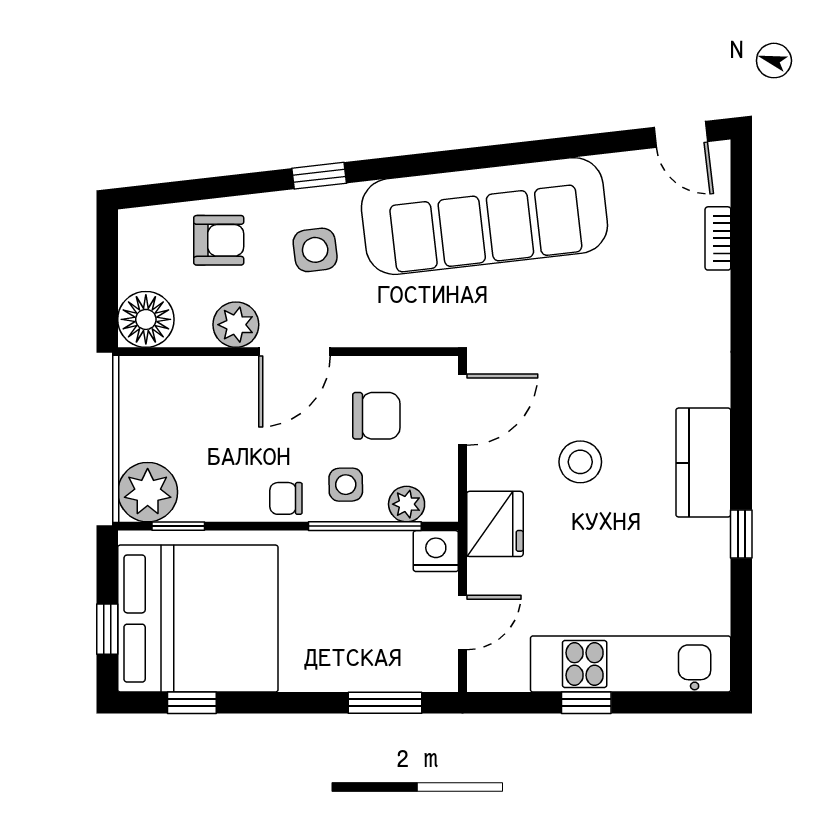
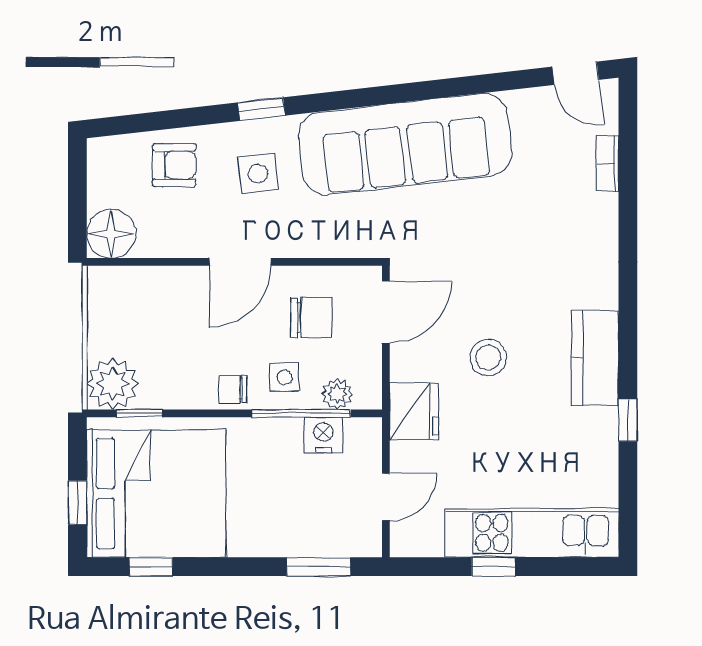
plant: (236, 325) -> (189, 238), removed
nightstand: (436, 551) -> (323, 435), moved

